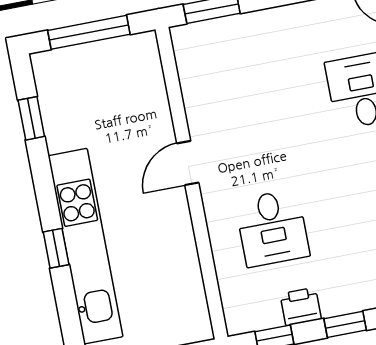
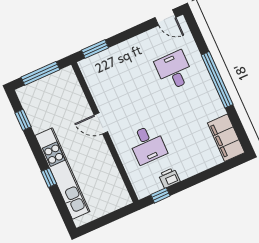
door: (188, 163) -> (101, 123), hinge flipped
window: (345, 324) -> (192, 181), removed

